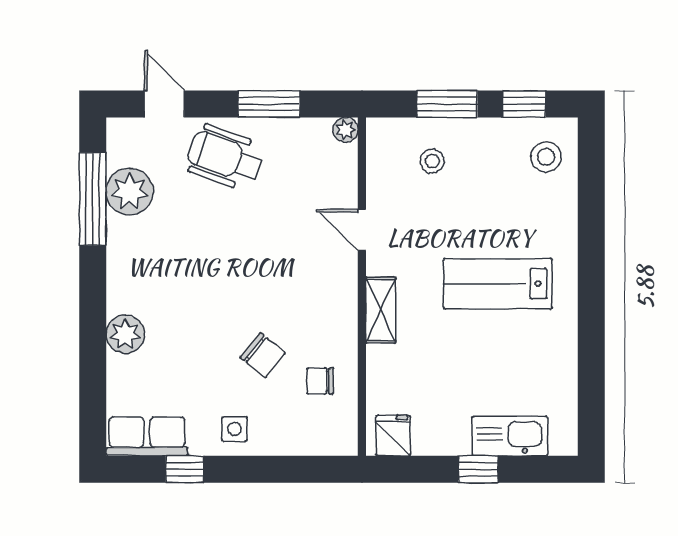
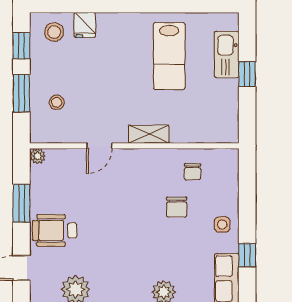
wheelchair: (225, 157) -> (55, 230), turned 70
lab bench: (498, 284) -> (169, 56), moved
chair: (263, 355) -> (177, 207), turned 141
fridge: (393, 435) -> (85, 25), moved, turned -90

